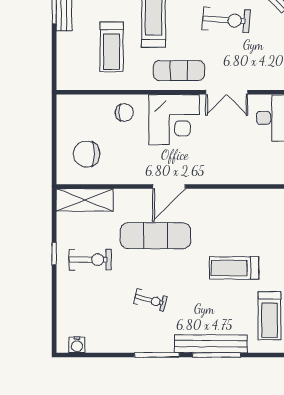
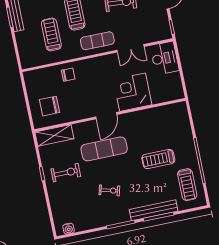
treadmill: (112, 47) -> (51, 35), turned 180
corner desk: (174, 120) -> (133, 92), moved, turned 180

